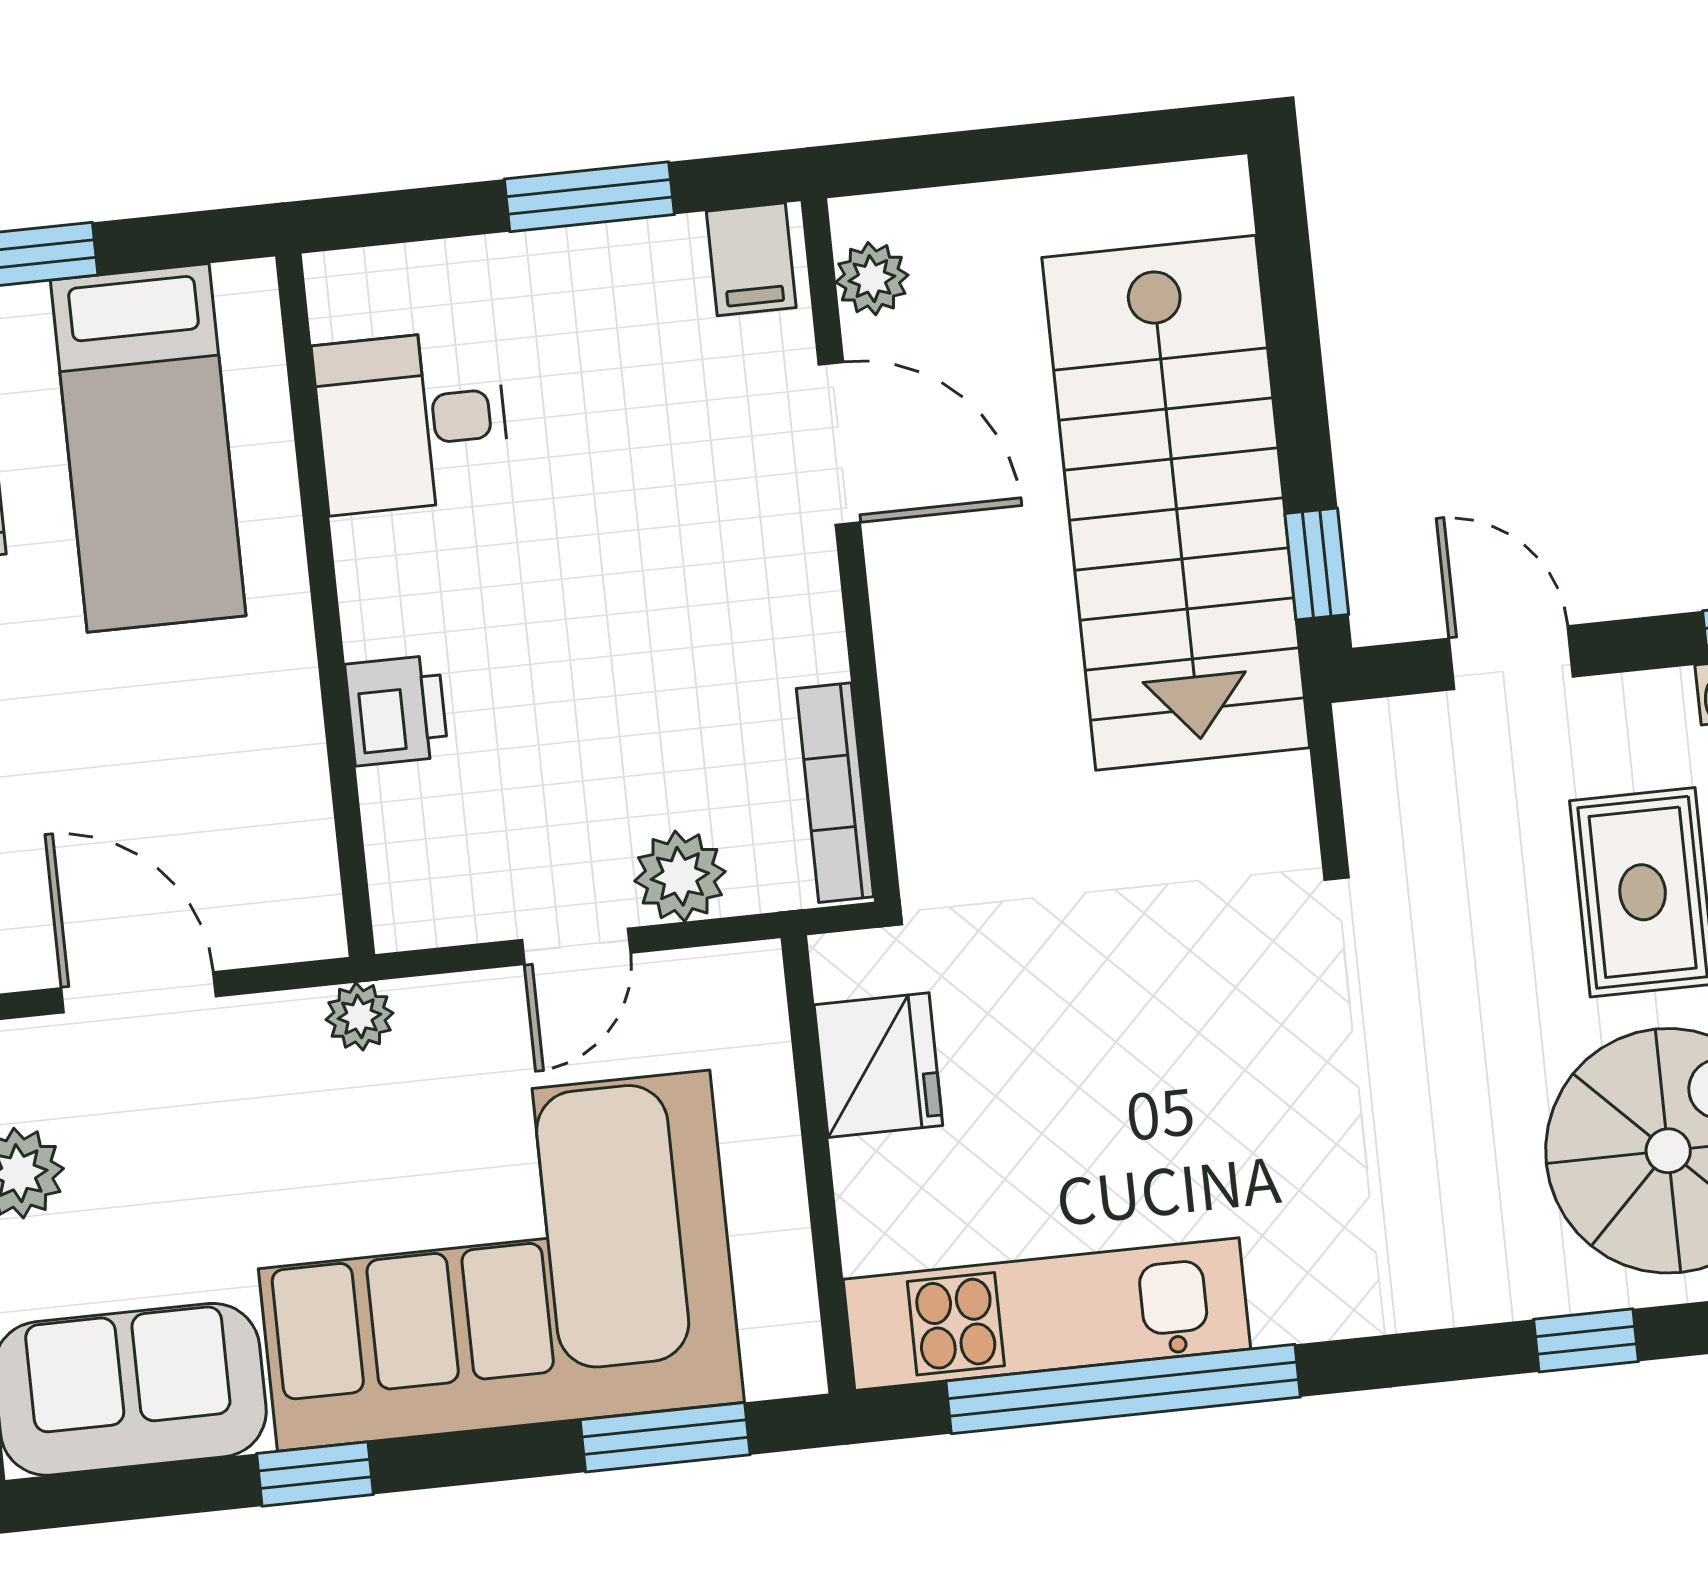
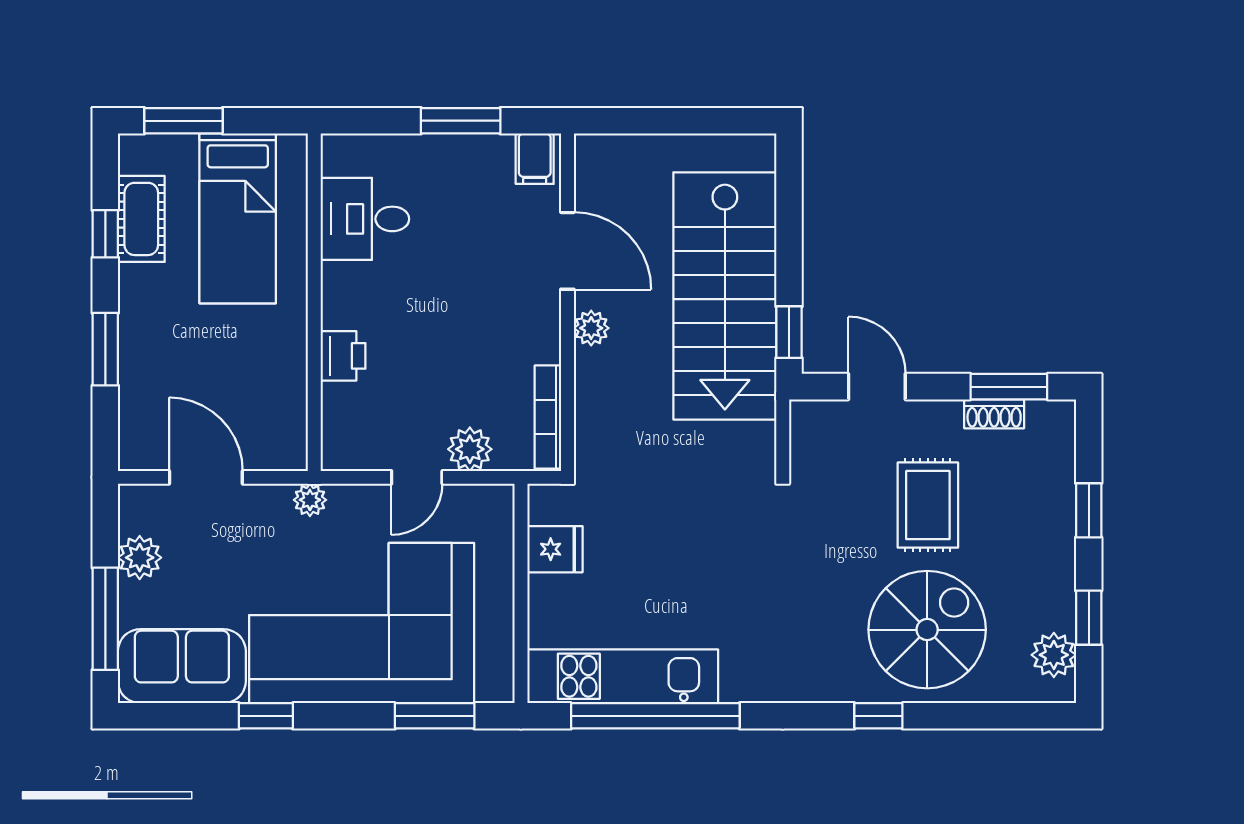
plant: (872, 279) -> (591, 328), moved
fridge: (878, 1065) -> (555, 549), width x0.72

